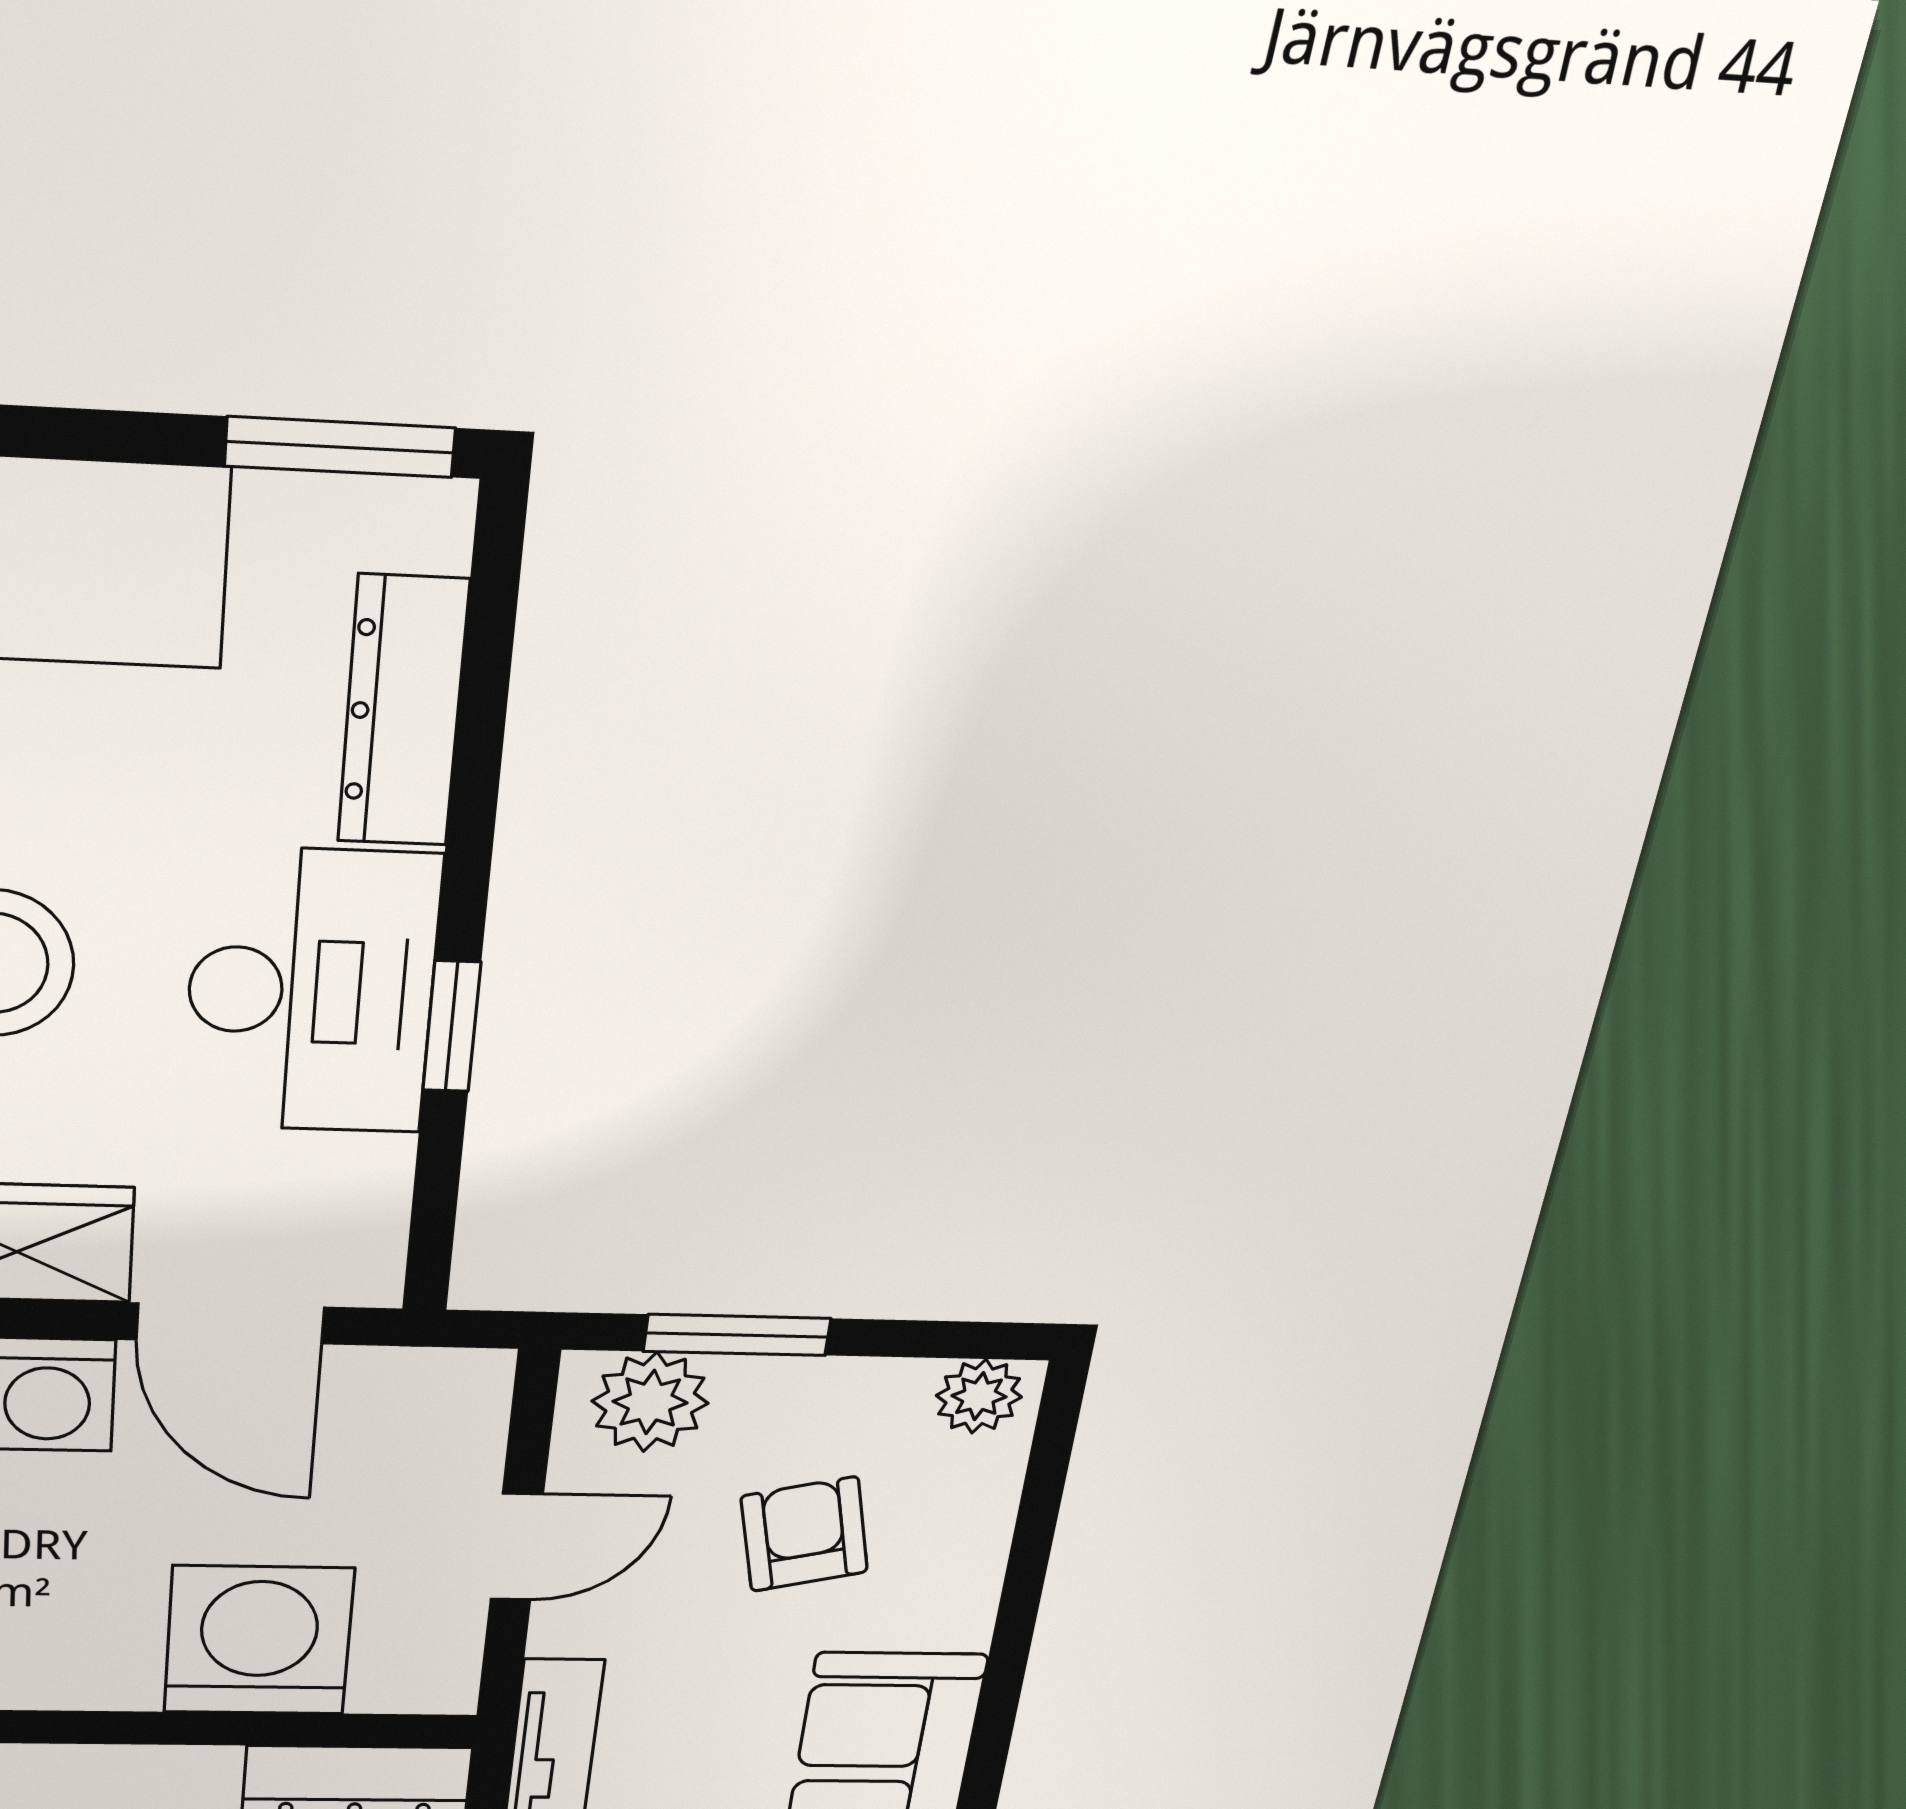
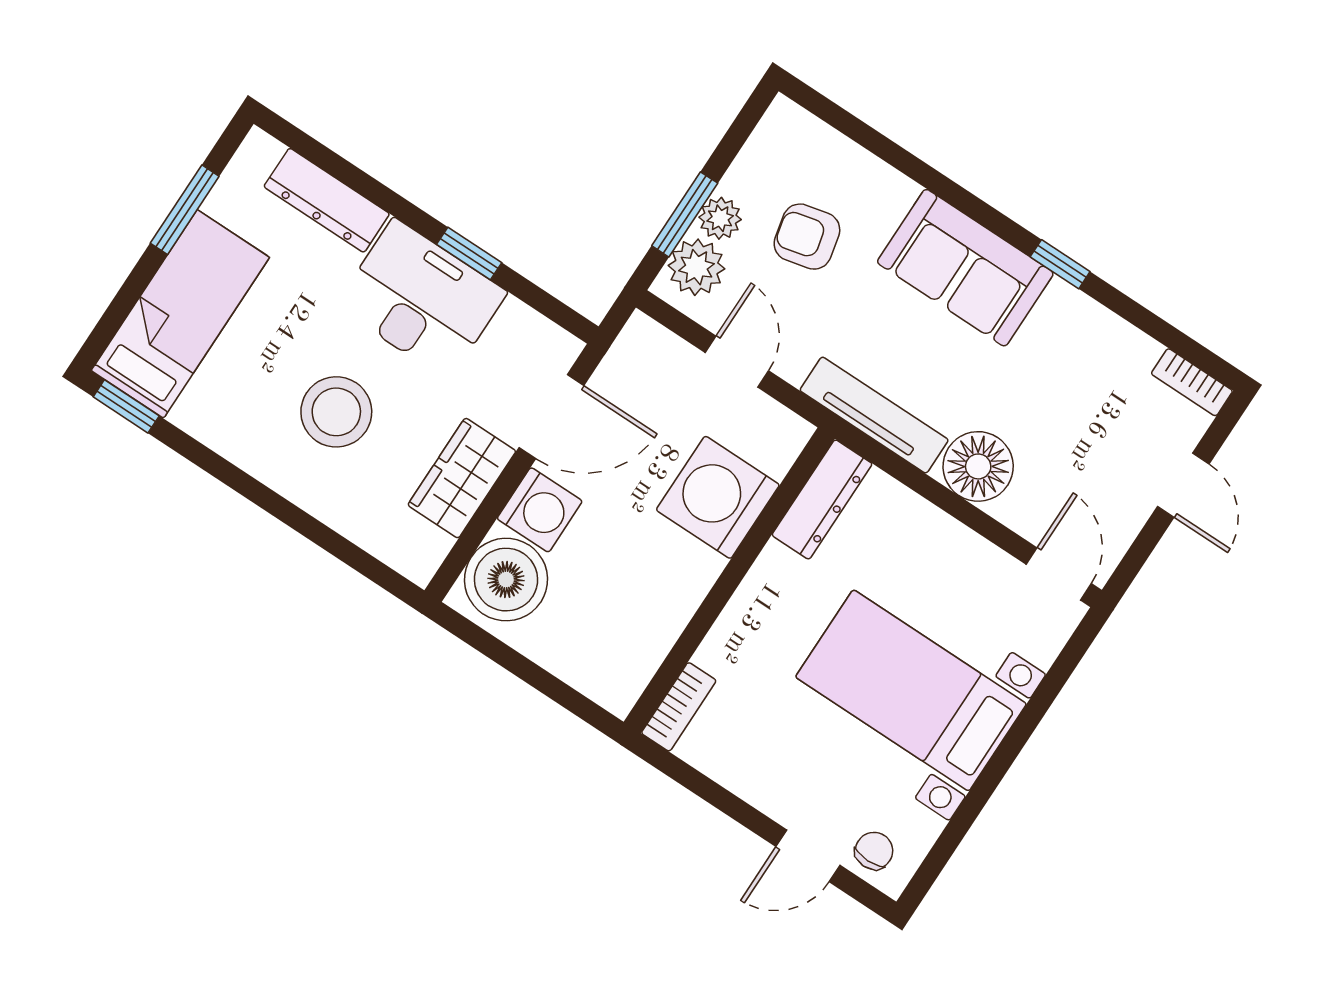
window: (340, 447) -> (185, 210), moved
plant: (979, 1396) -> (720, 218), moved

